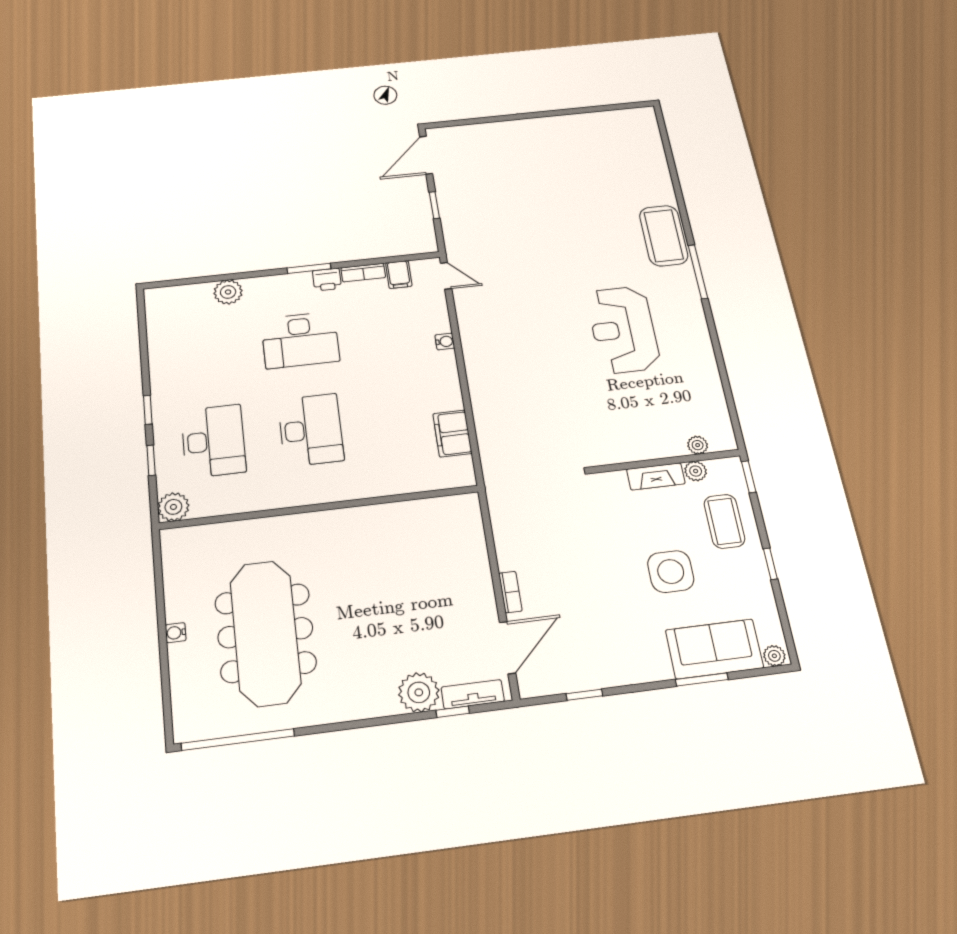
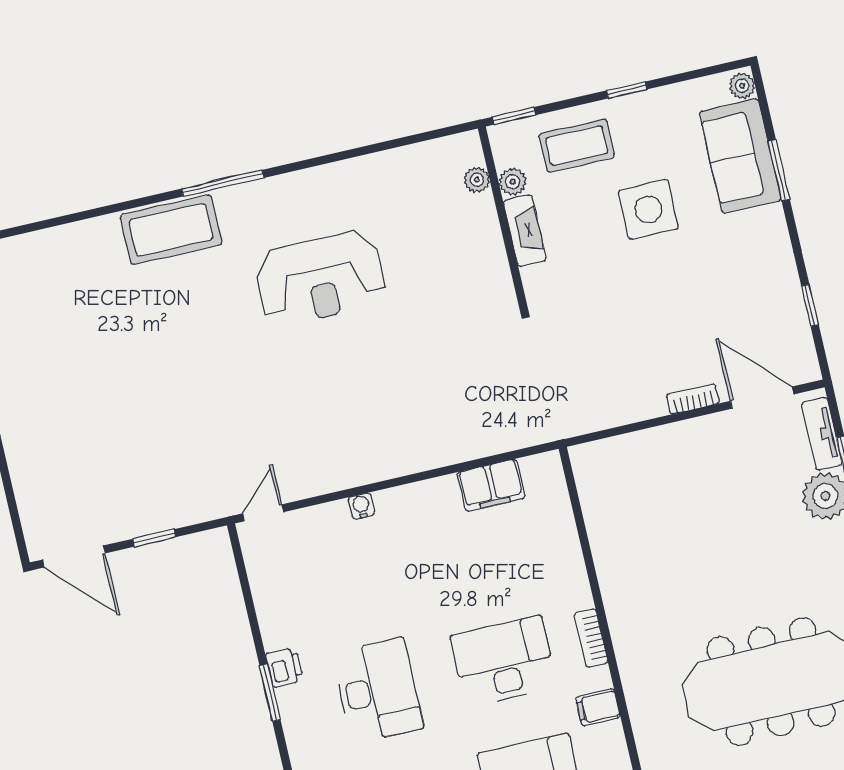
bookcase: (363, 273) -> (591, 638), moved, turned 180
filing cabinet: (399, 275) -> (598, 707), moved, turned 180

